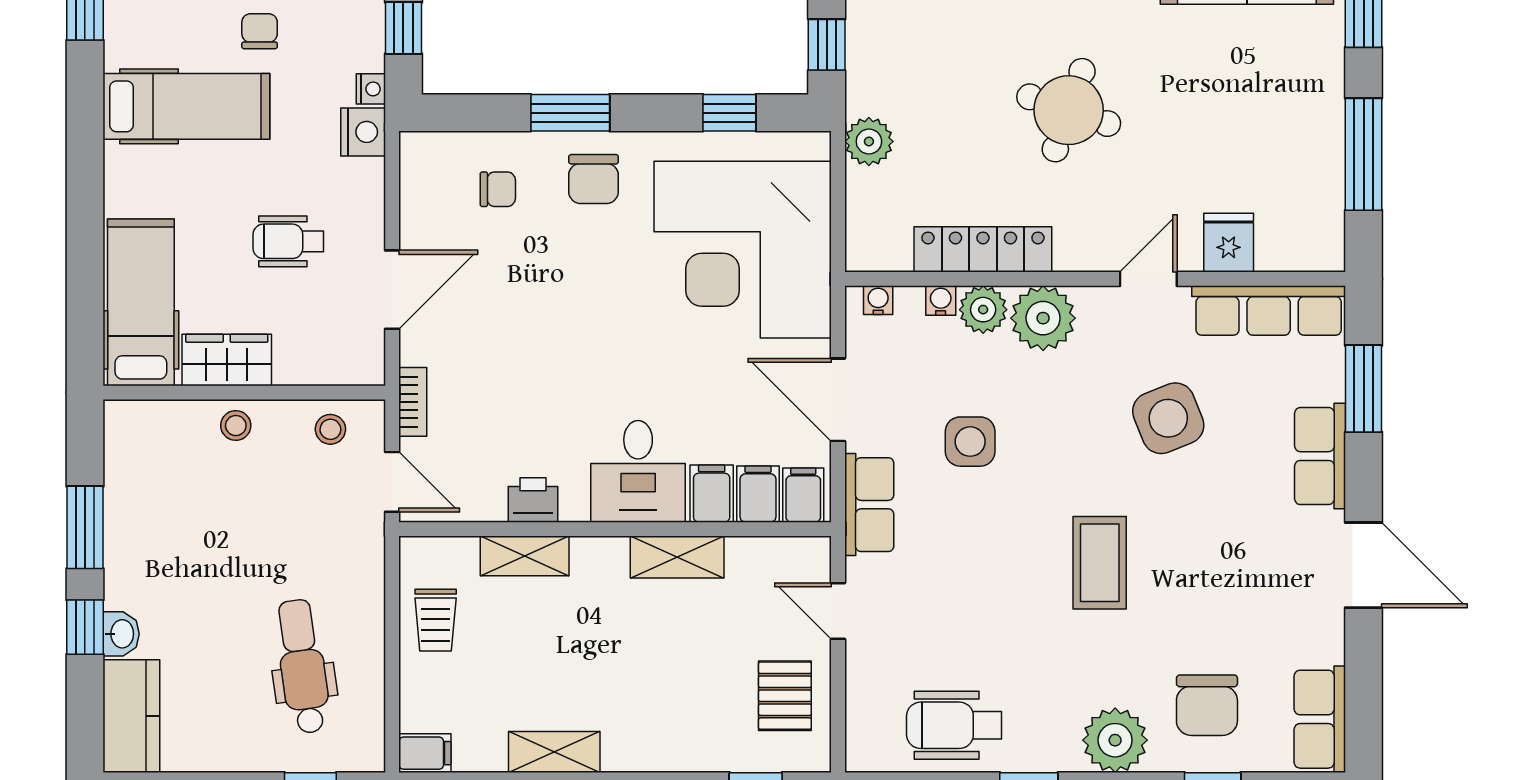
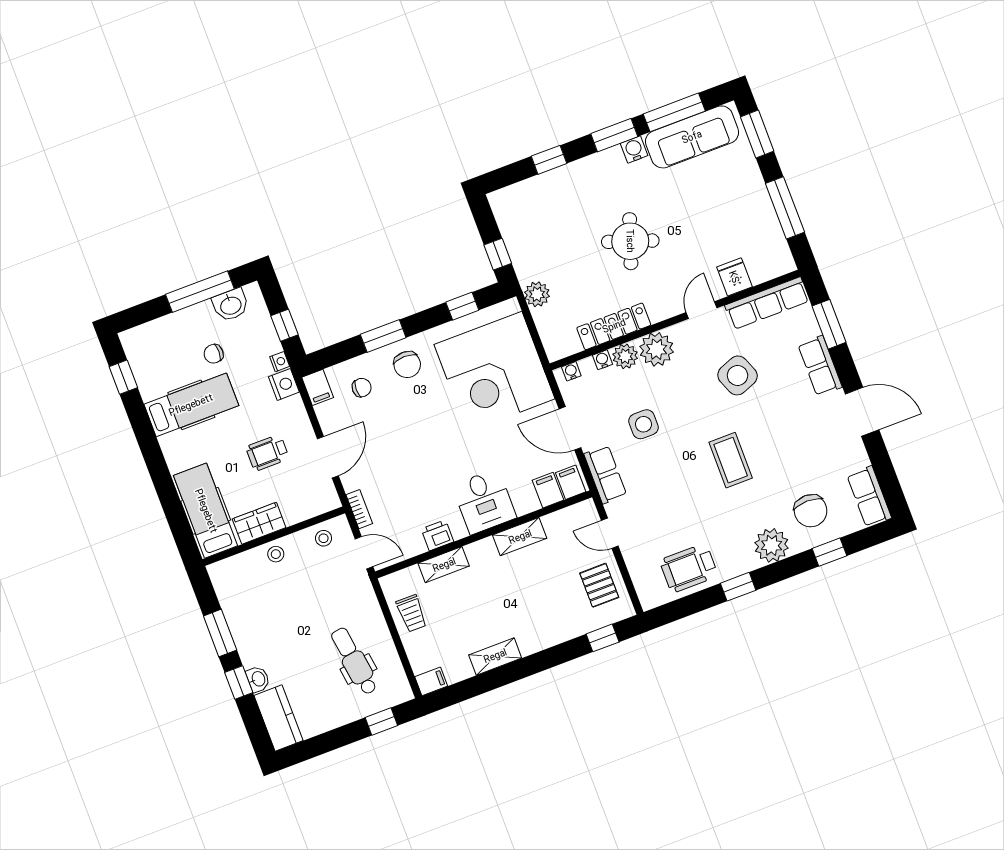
chair: (260, 31) -> (214, 354), turned -90
filing cabinet: (712, 494) -> (318, 387), moved, turned 180

